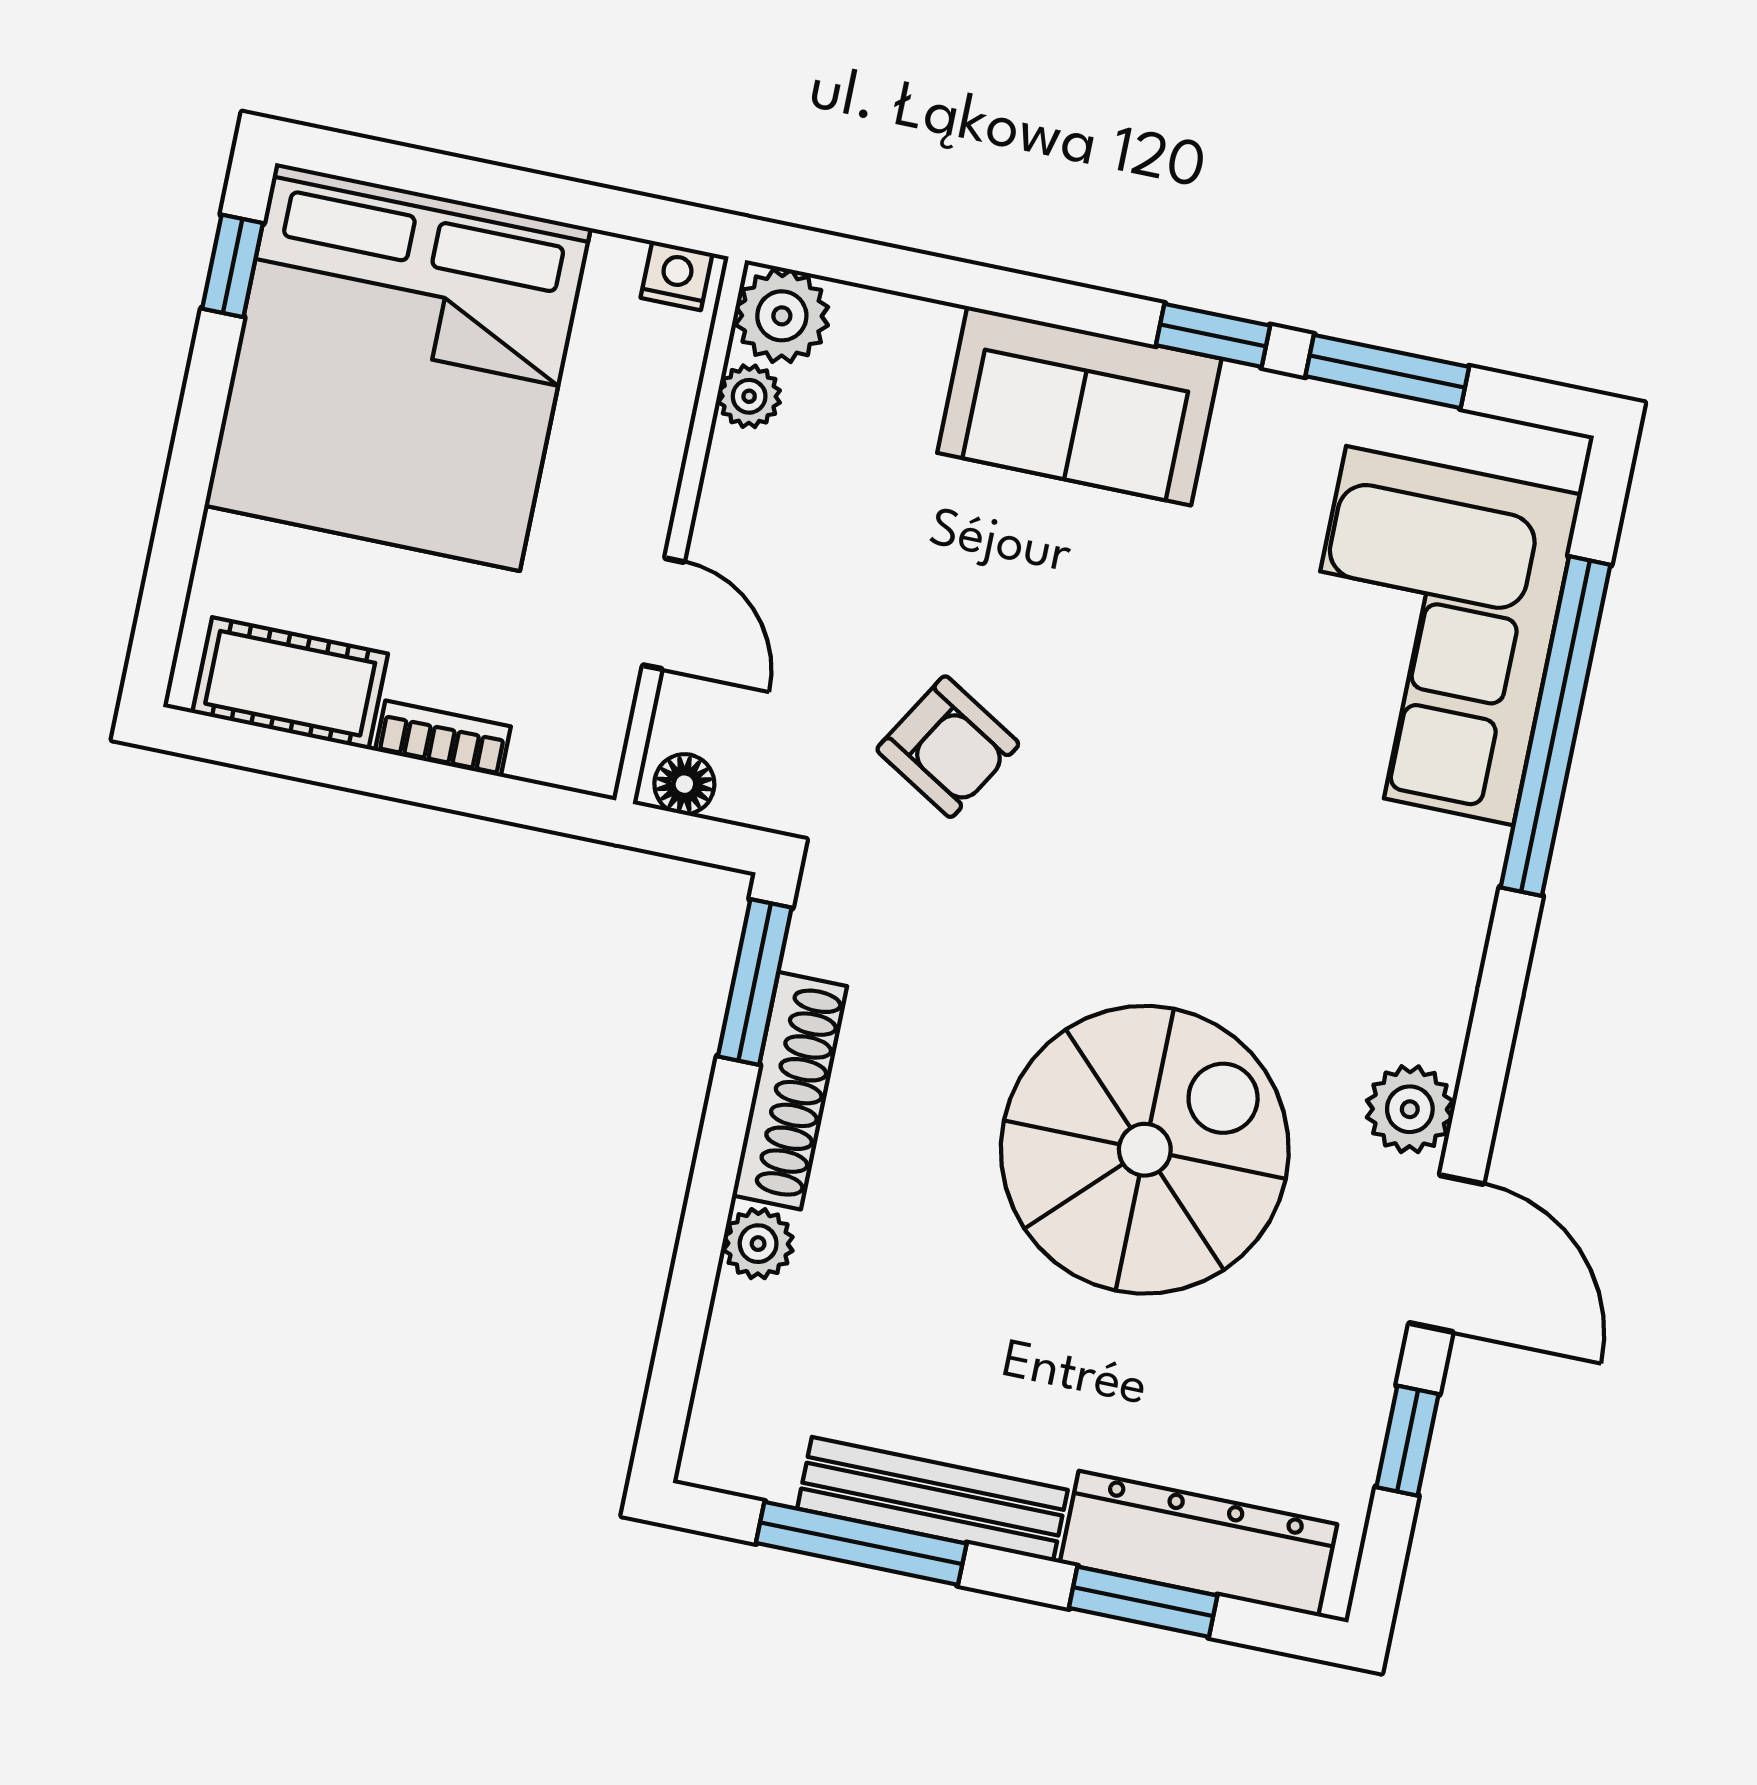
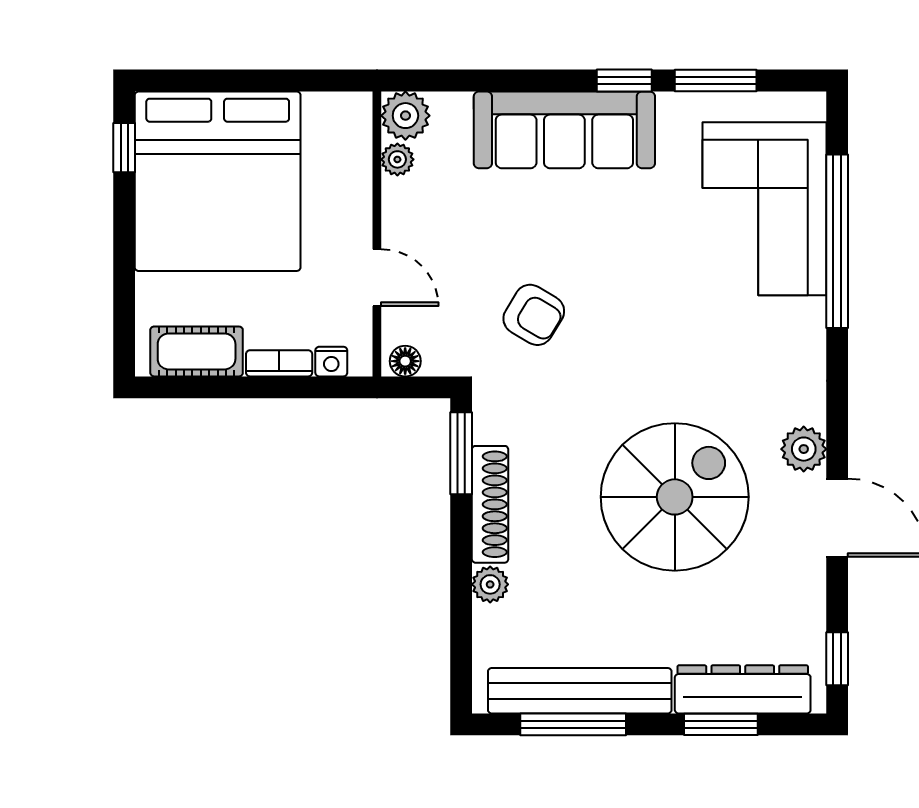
nightstand: (677, 276) -> (331, 362), moved, turned 180
sofa: (1079, 406) -> (564, 130), width x1.36
window: (1408, 1441) -> (837, 659), moved
bench: (932, 1499) -> (580, 691), width x1.37, depth x1.21

